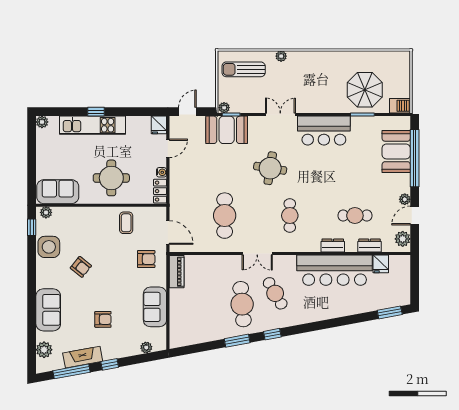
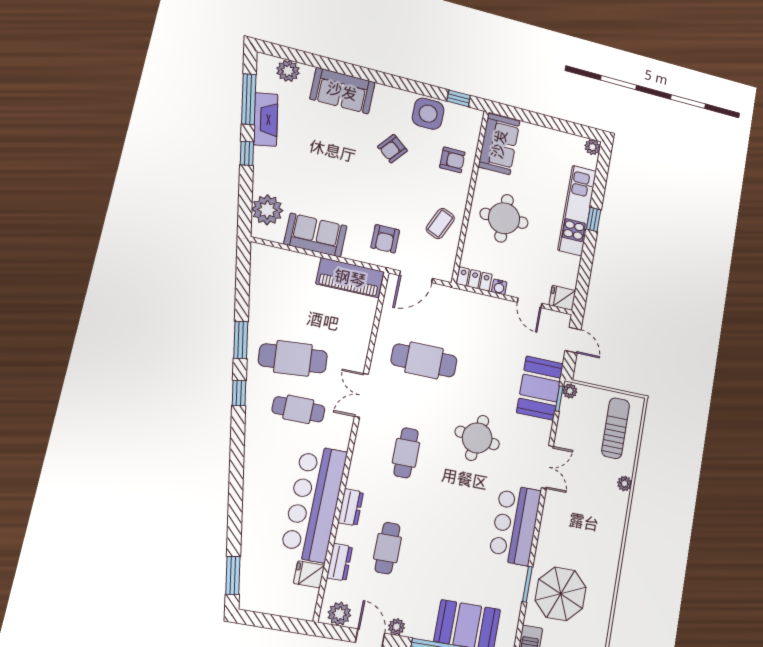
plant: (46, 212) -> (475, 122), removed
cafe table: (290, 216) -> (406, 453), turned 90
coffee table: (126, 223) -> (440, 224), turned -66
piano: (177, 272) -> (350, 278), width x1.37, depth x1.33
cafe table: (275, 293) -> (298, 409), turned 30
armchair: (103, 319) -> (452, 160), moved, turned -90
plant: (146, 347) -> (267, 210), width x1.87, depth x1.87

